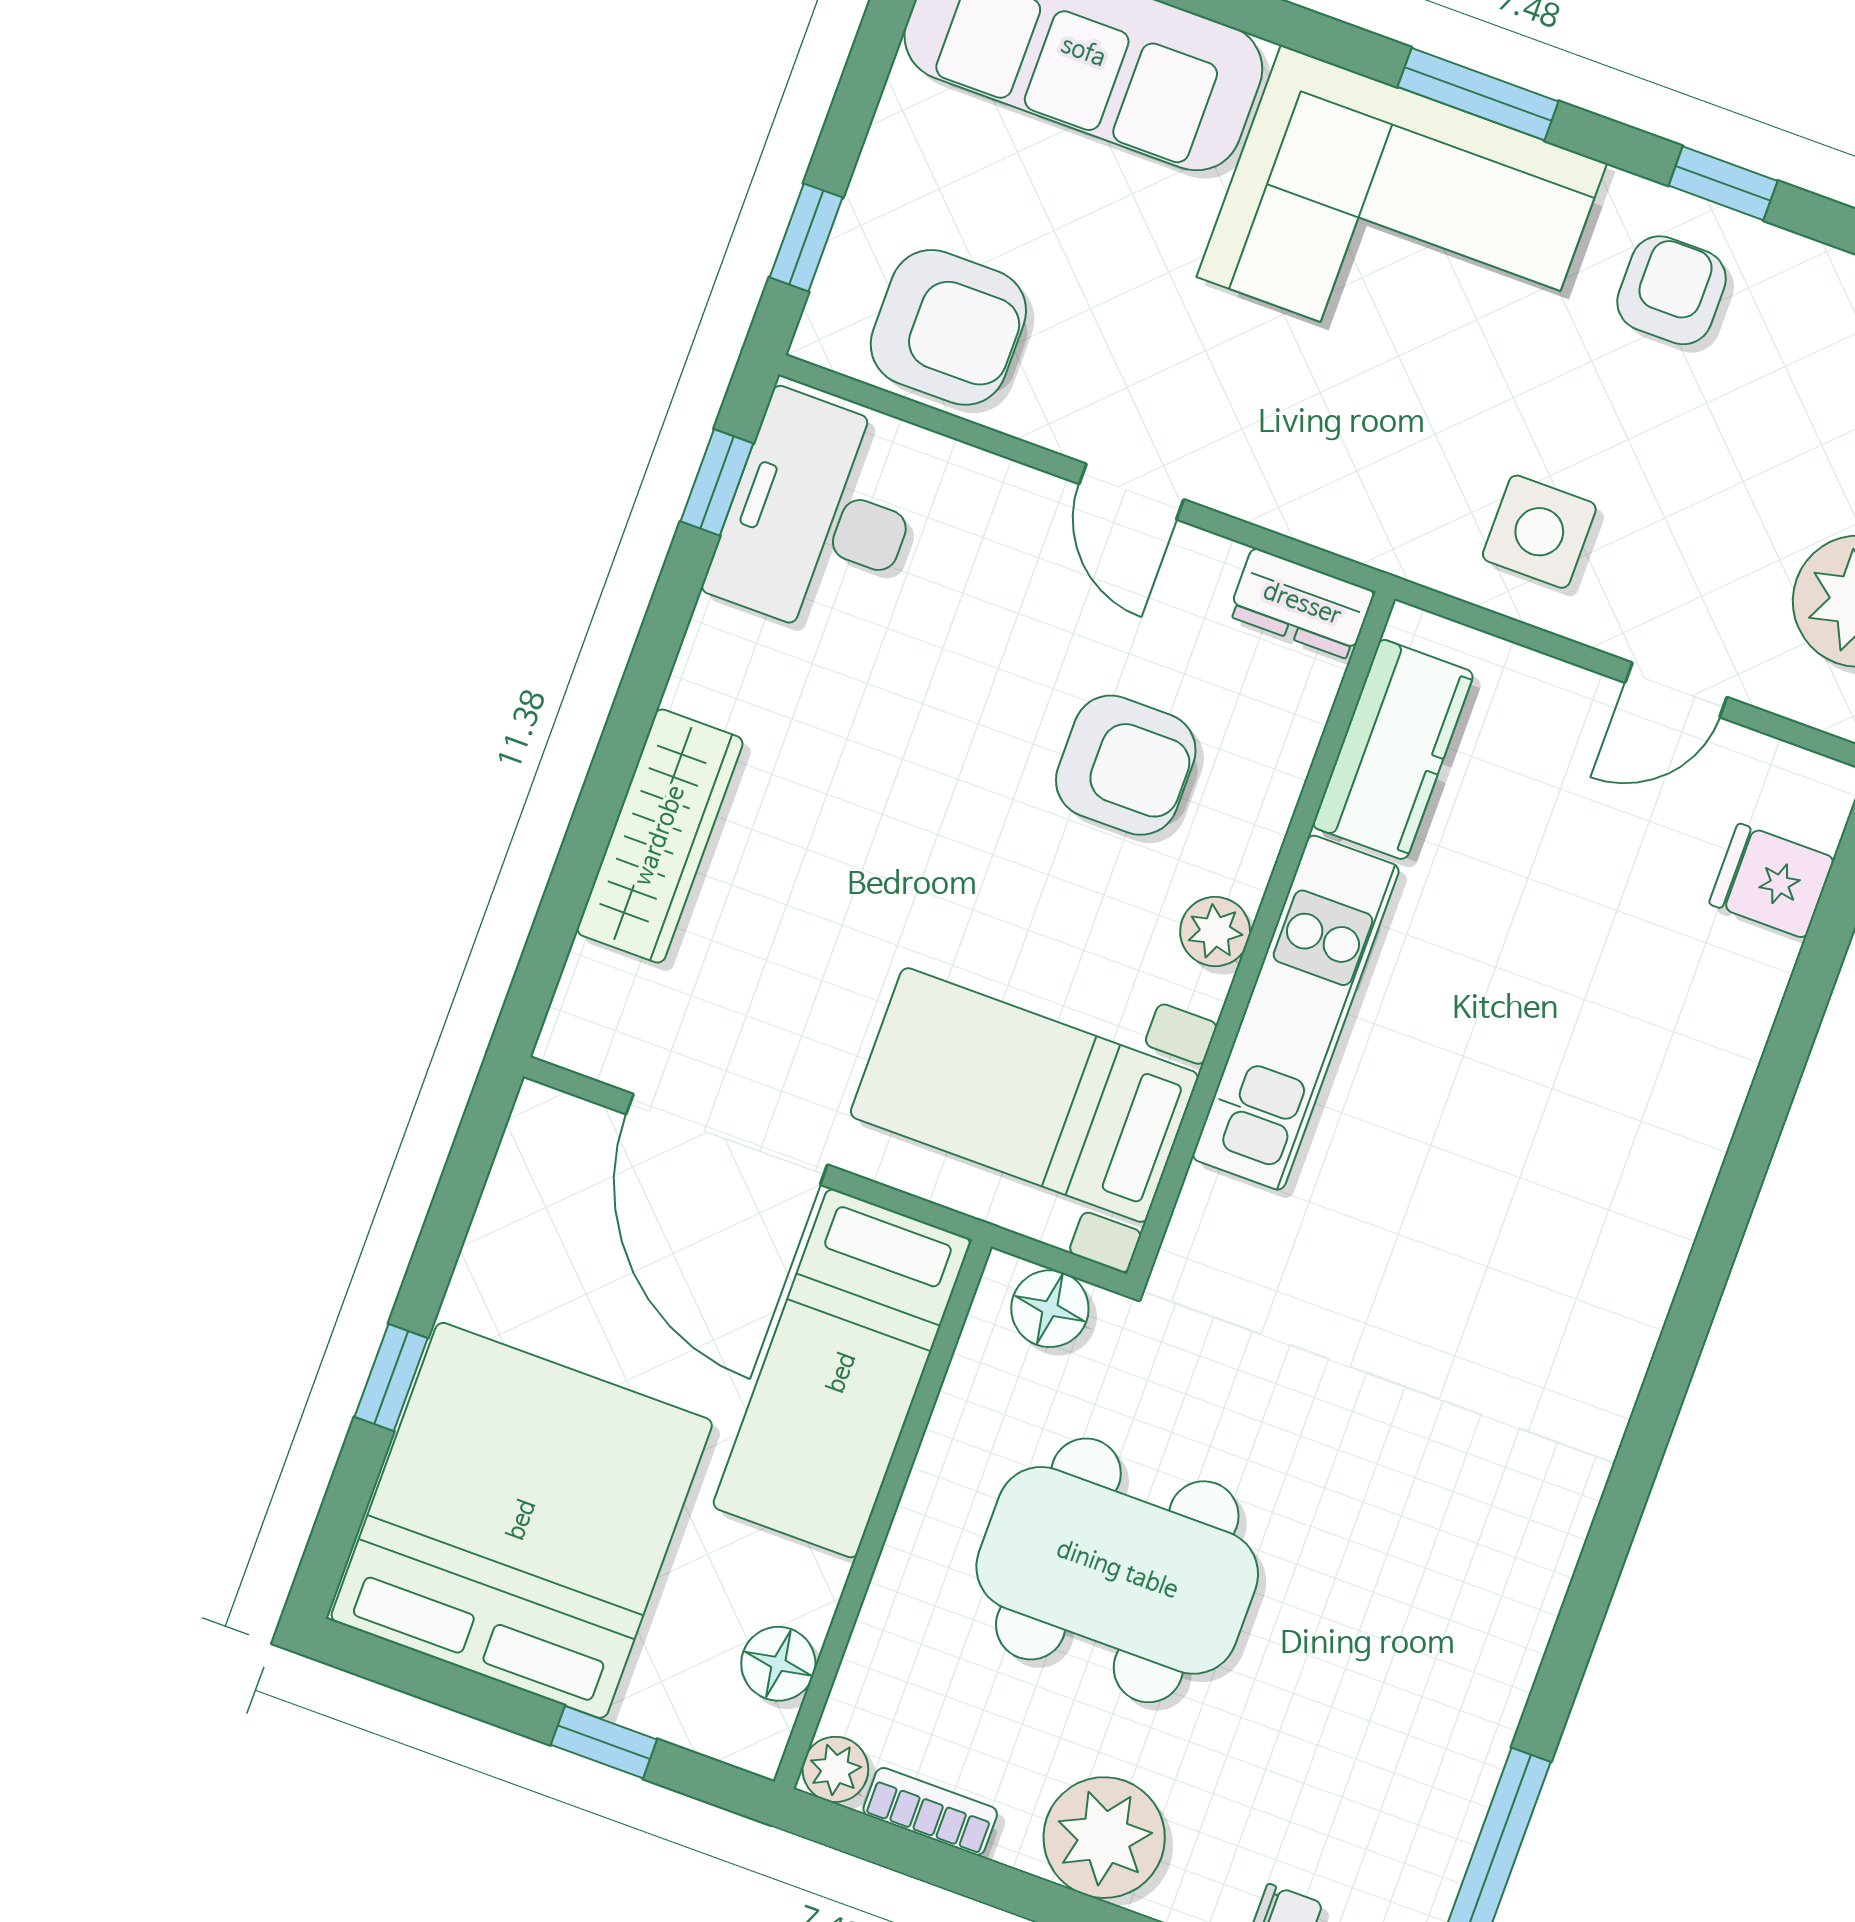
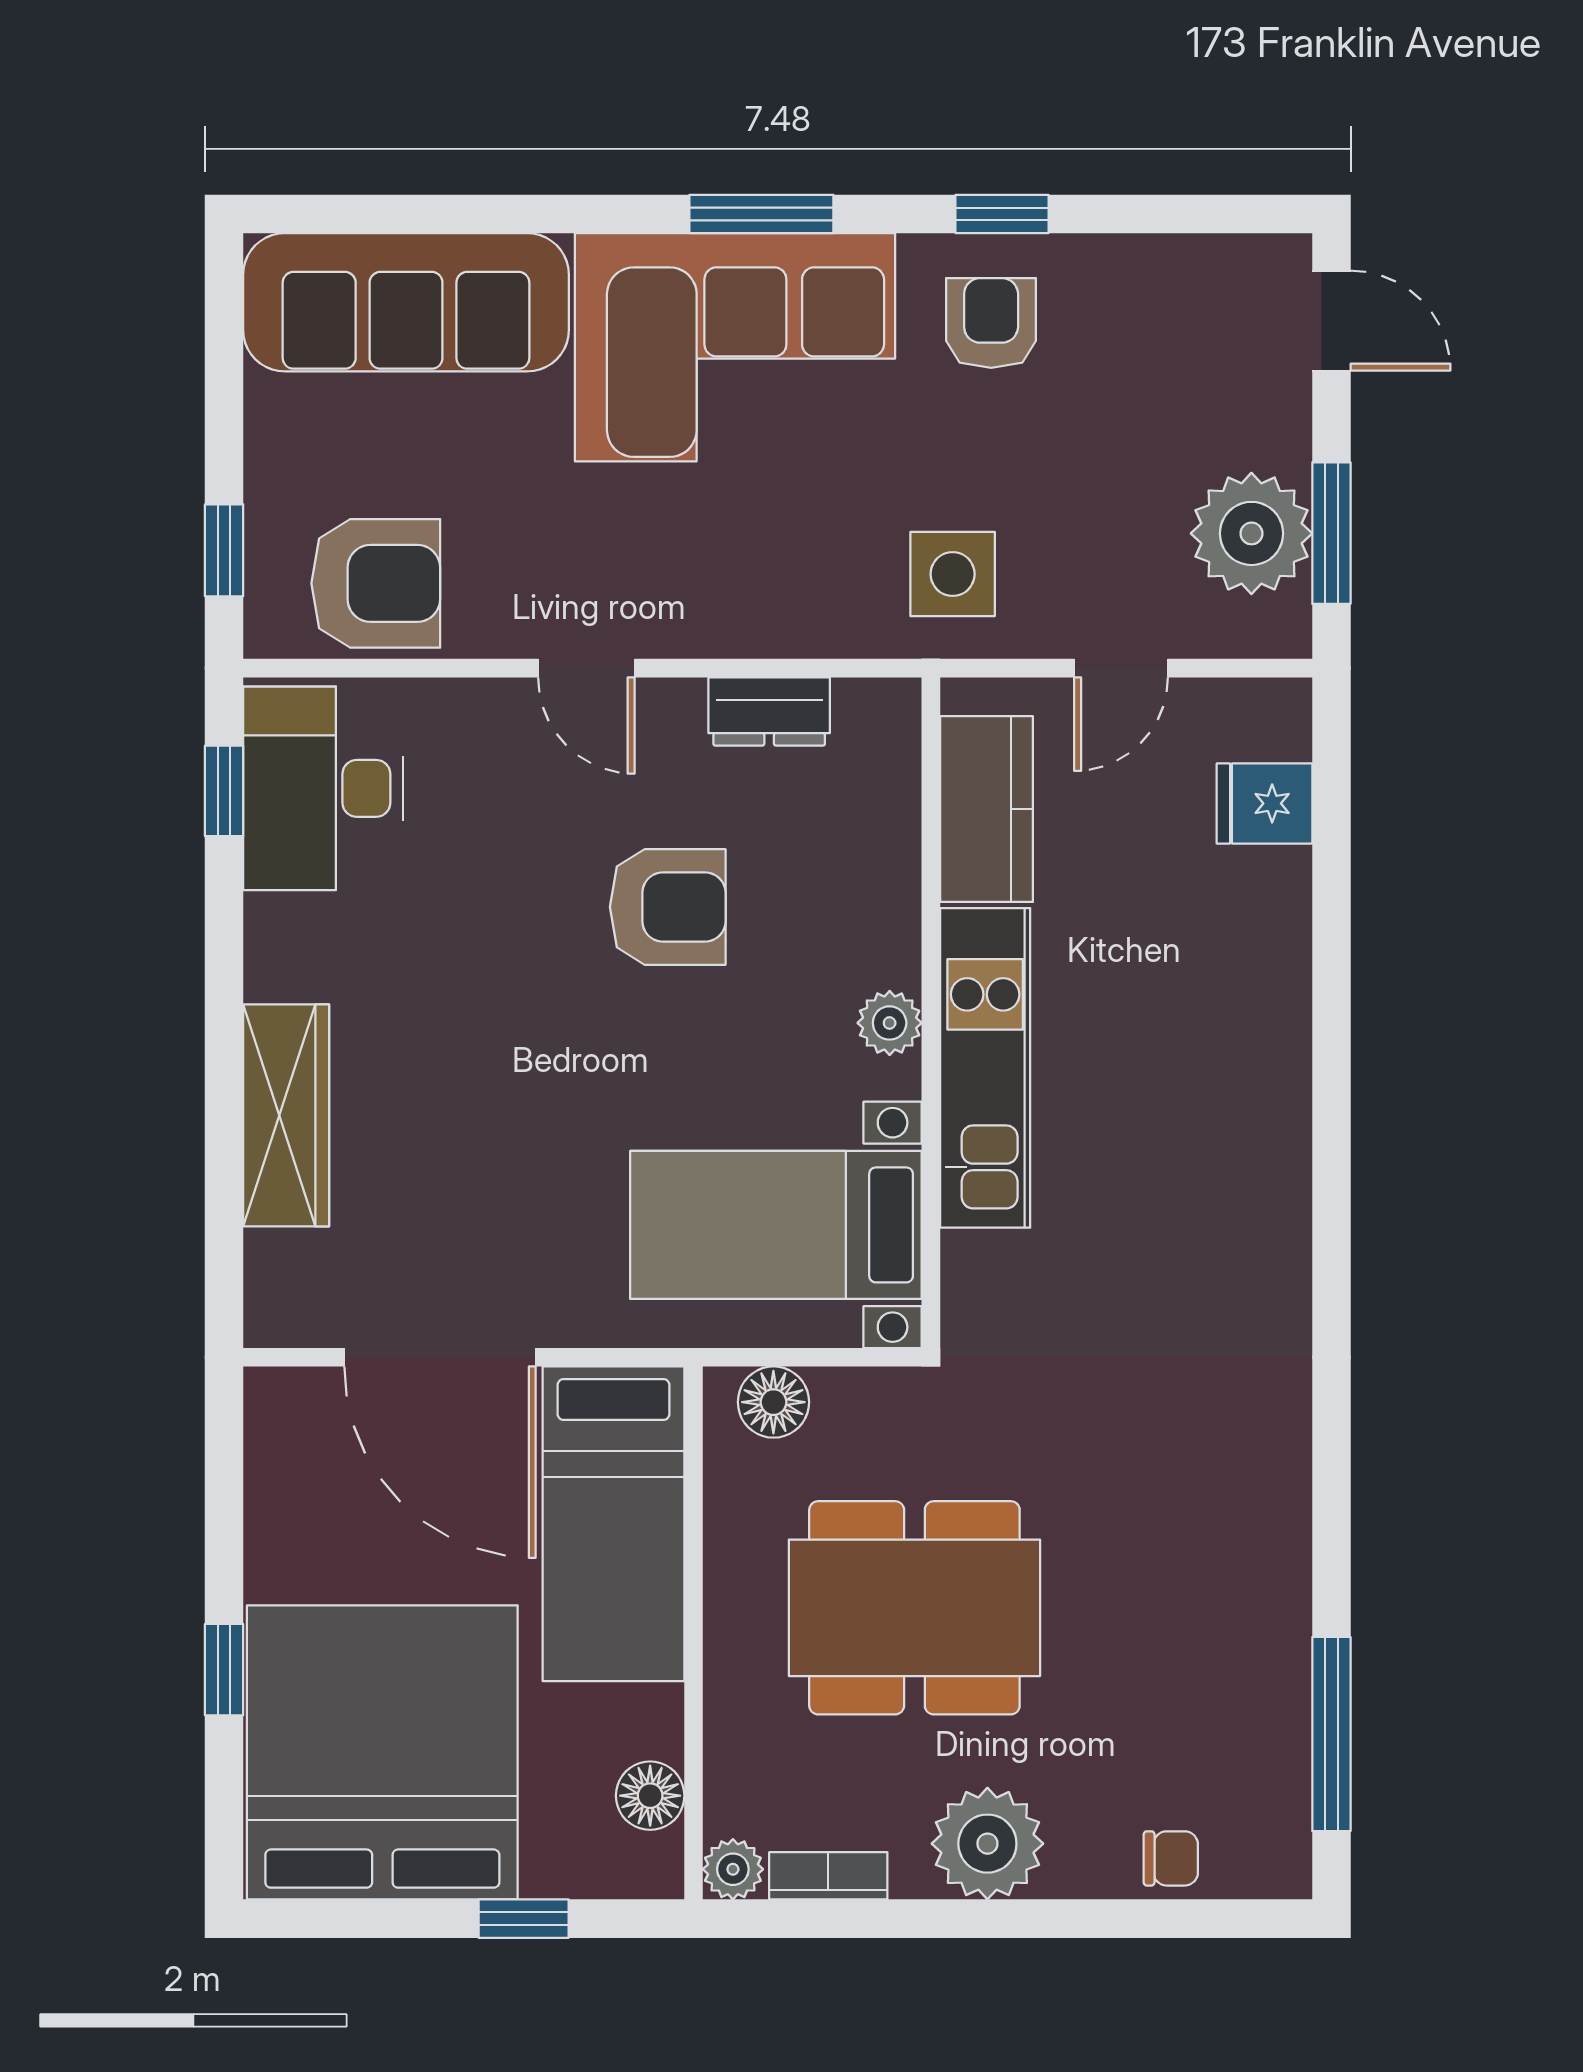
kitchen counter: (1393, 750) -> (987, 809), moved
plant: (1215, 931) -> (890, 1023), moved
wall: (1261, 936) -> (931, 1013), moved
kitchen unit: (1296, 1013) -> (985, 1068), moved
bed with nightstands: (1024, 1095) -> (776, 1225), moved

